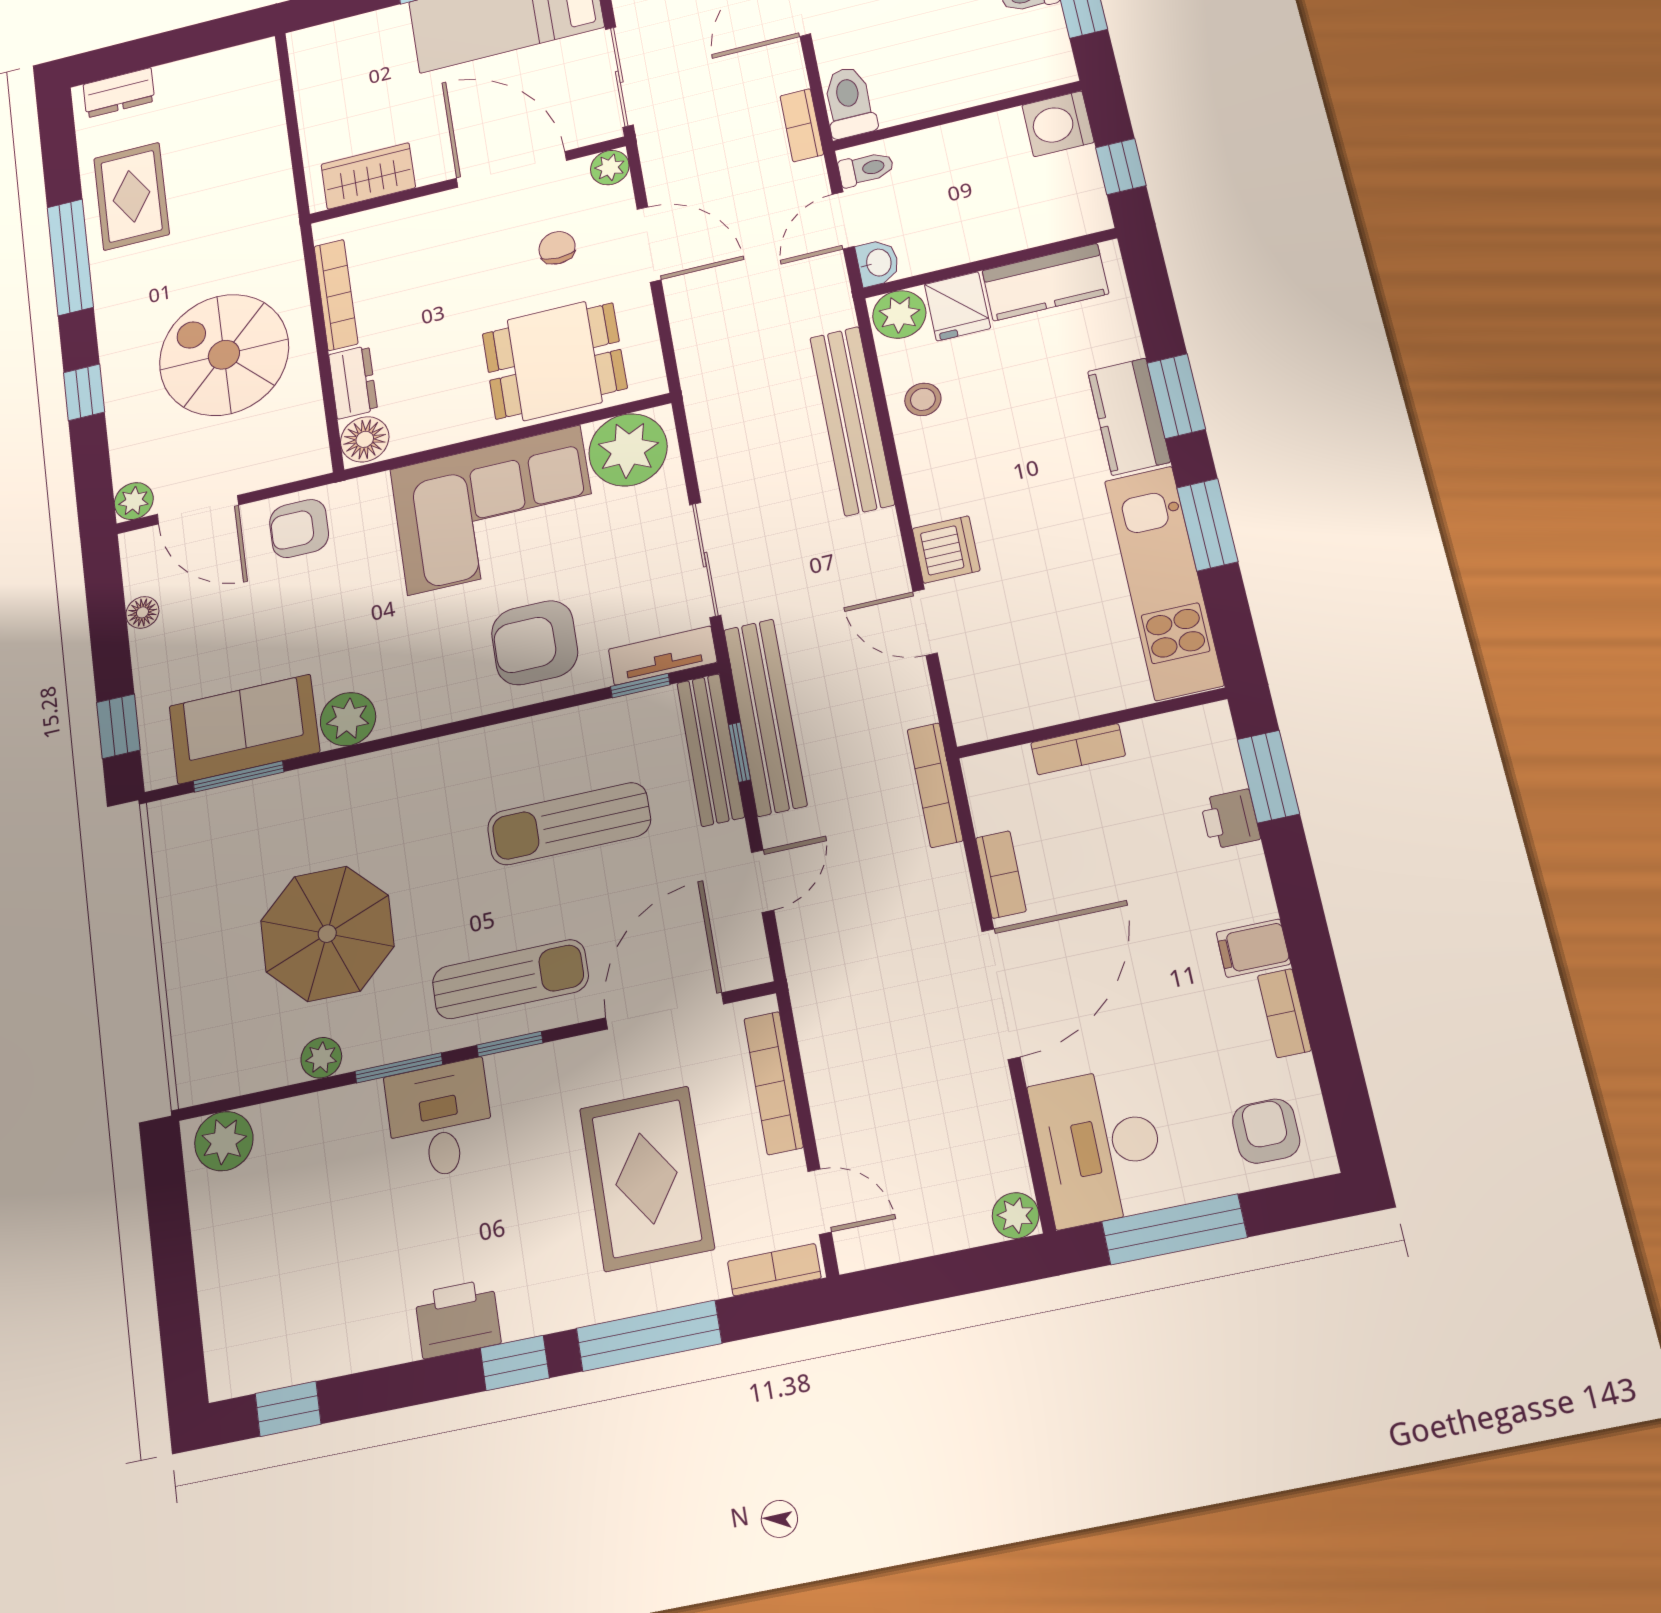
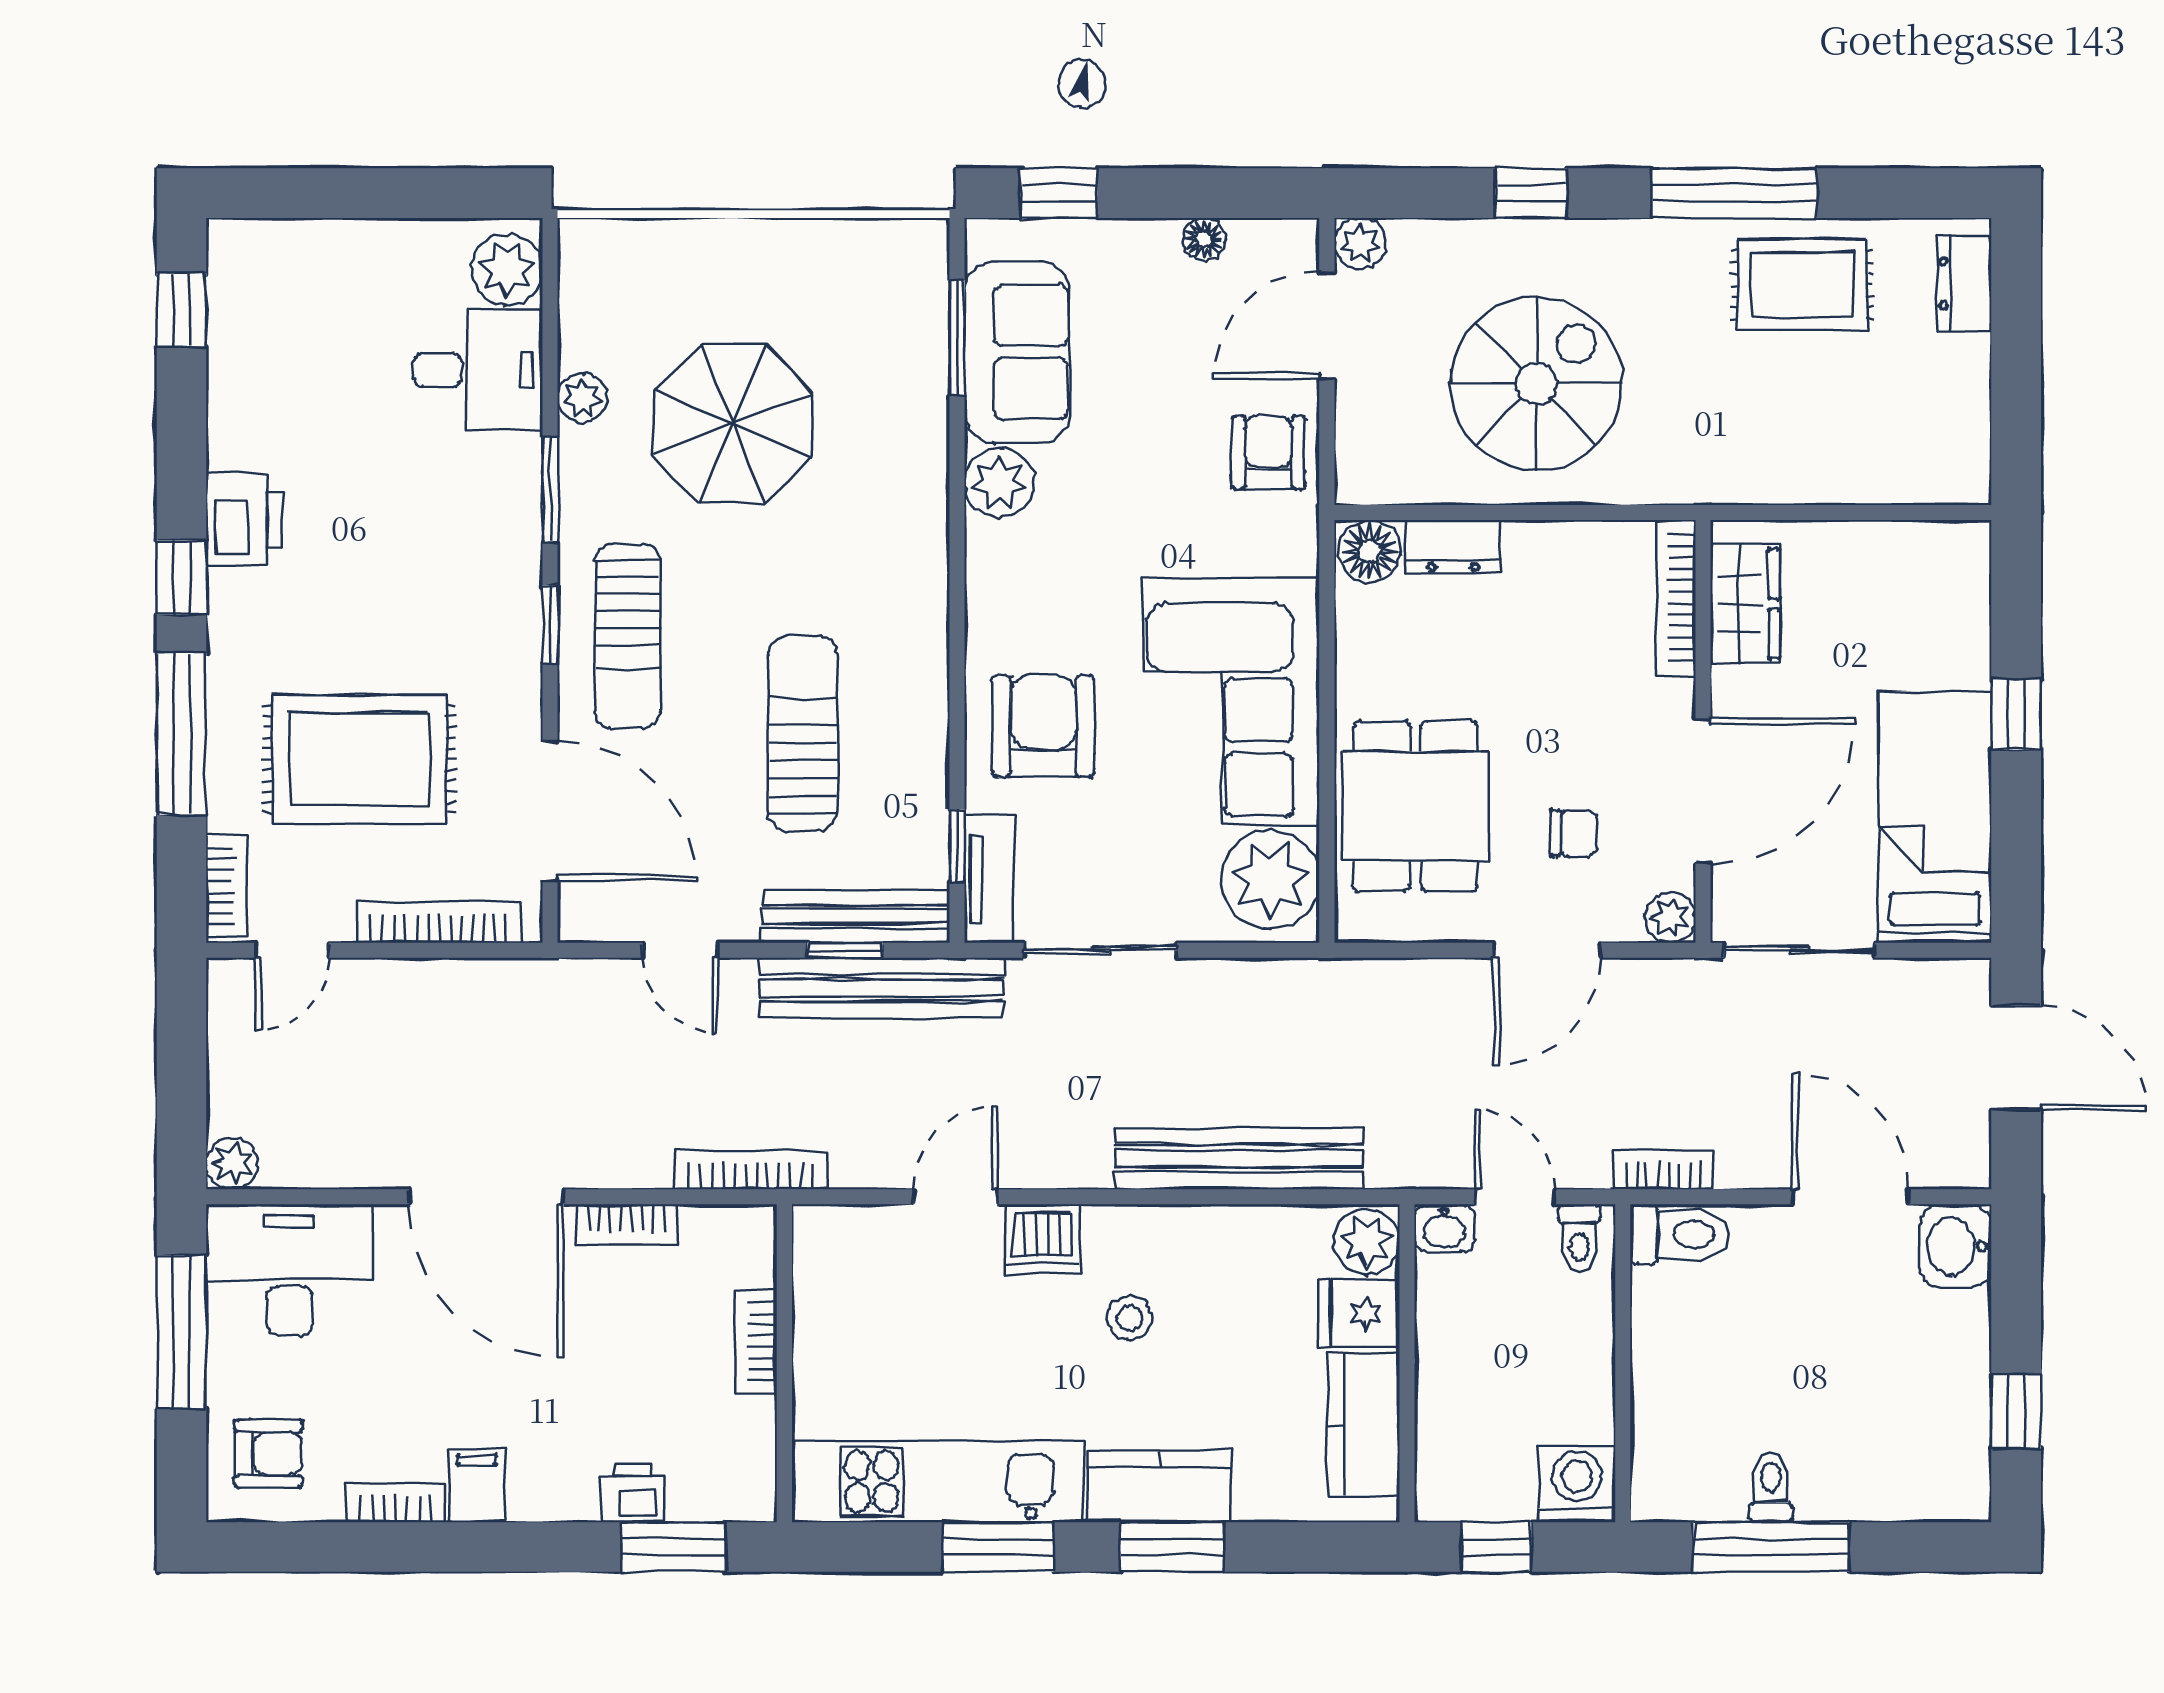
bookcase: (336, 295) -> (1676, 598), moved, turned 90
stool: (923, 399) -> (1130, 1318), moved
desk: (440, 1120) -> (478, 370), moved

